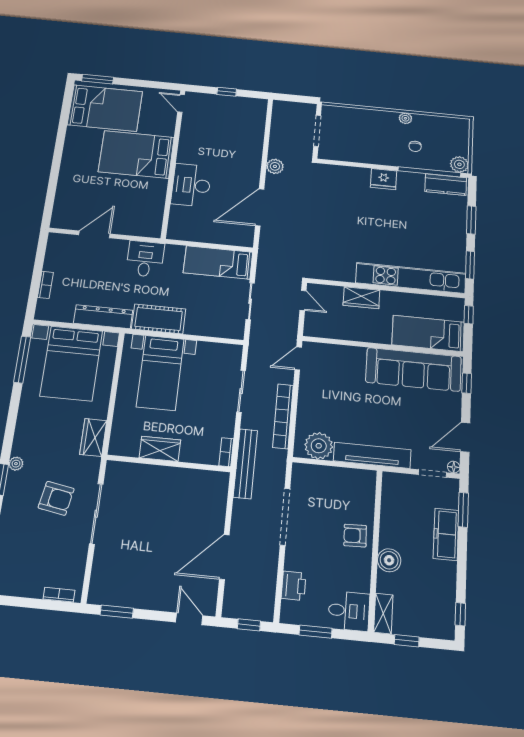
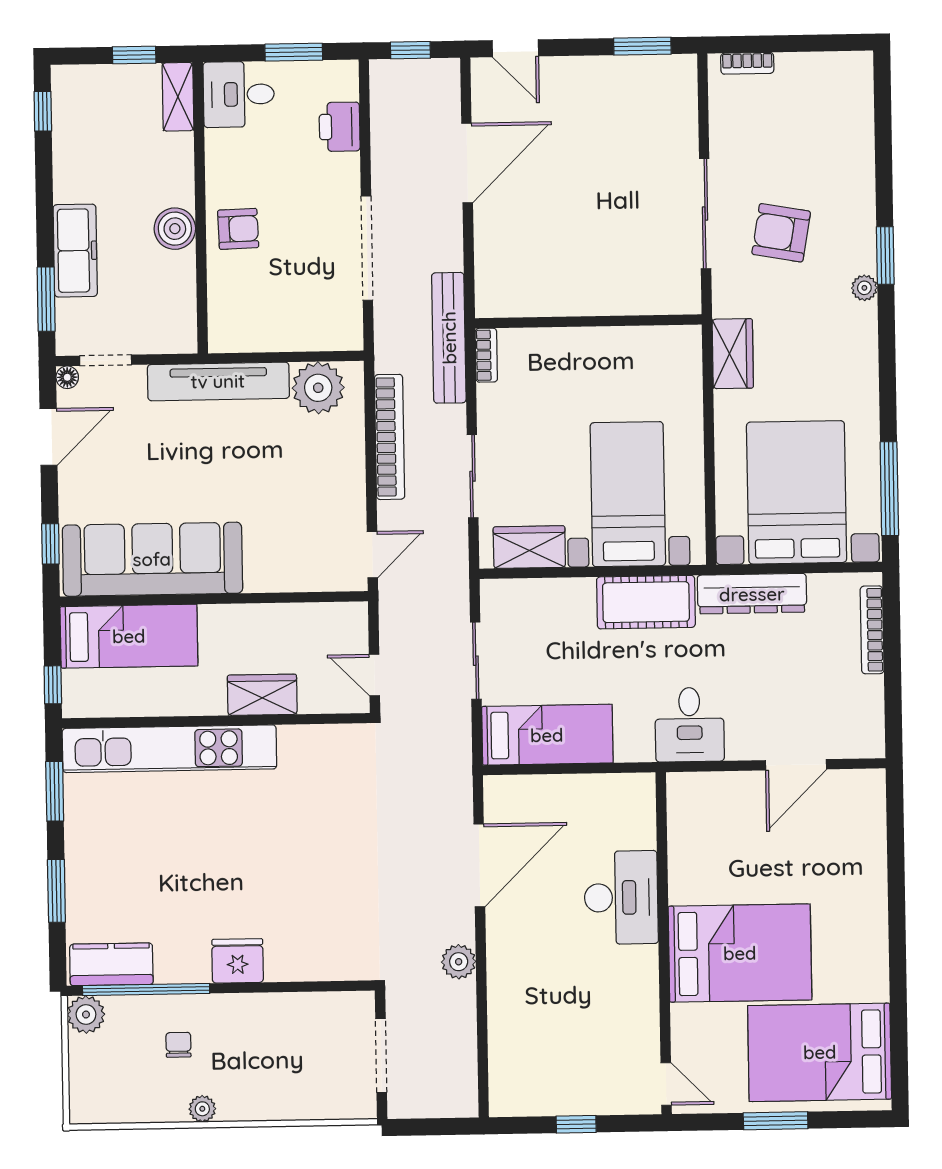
window: (98, 79) -> (776, 1121), moved
bookcase: (45, 285) -> (872, 630), width x1.56
wardrobe: (160, 449) -> (529, 547), moved, turned 180
boiler: (389, 560) -> (175, 229), moved

